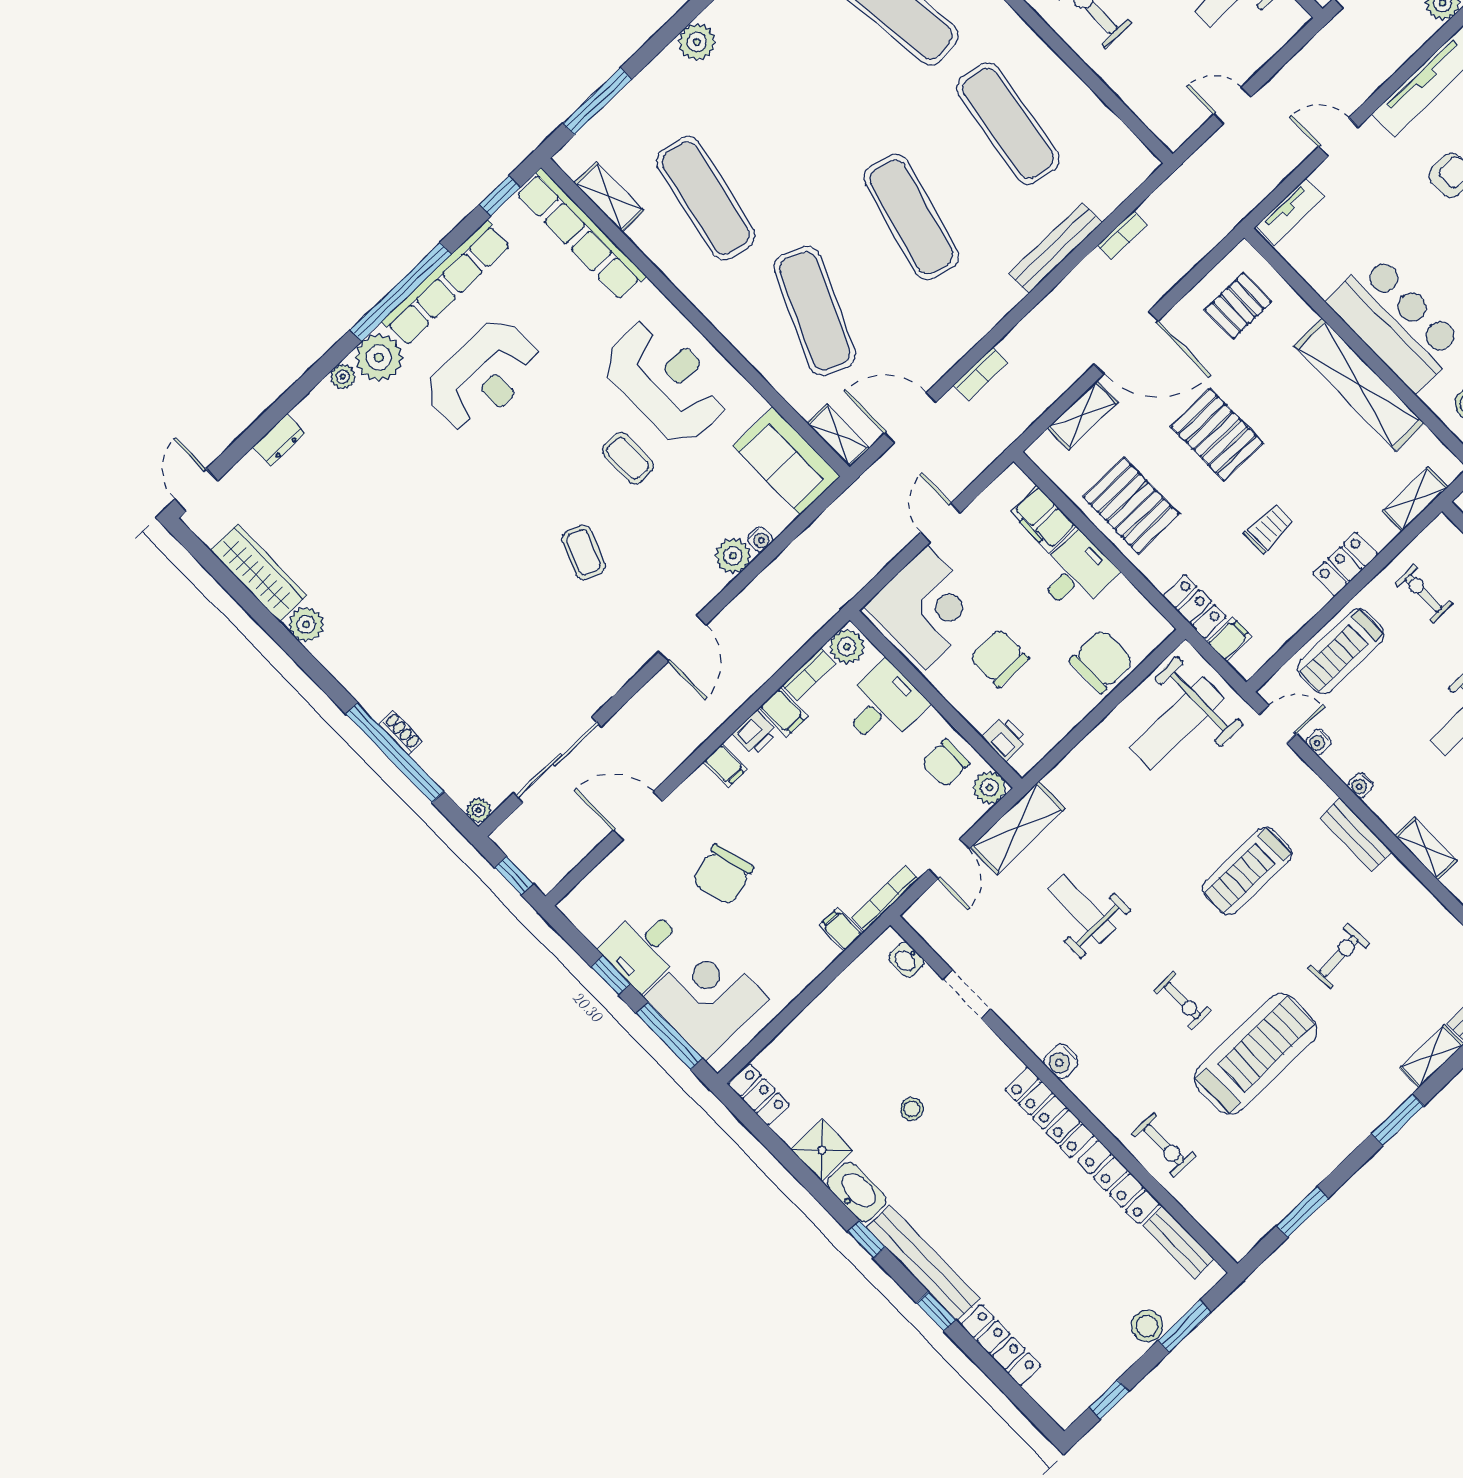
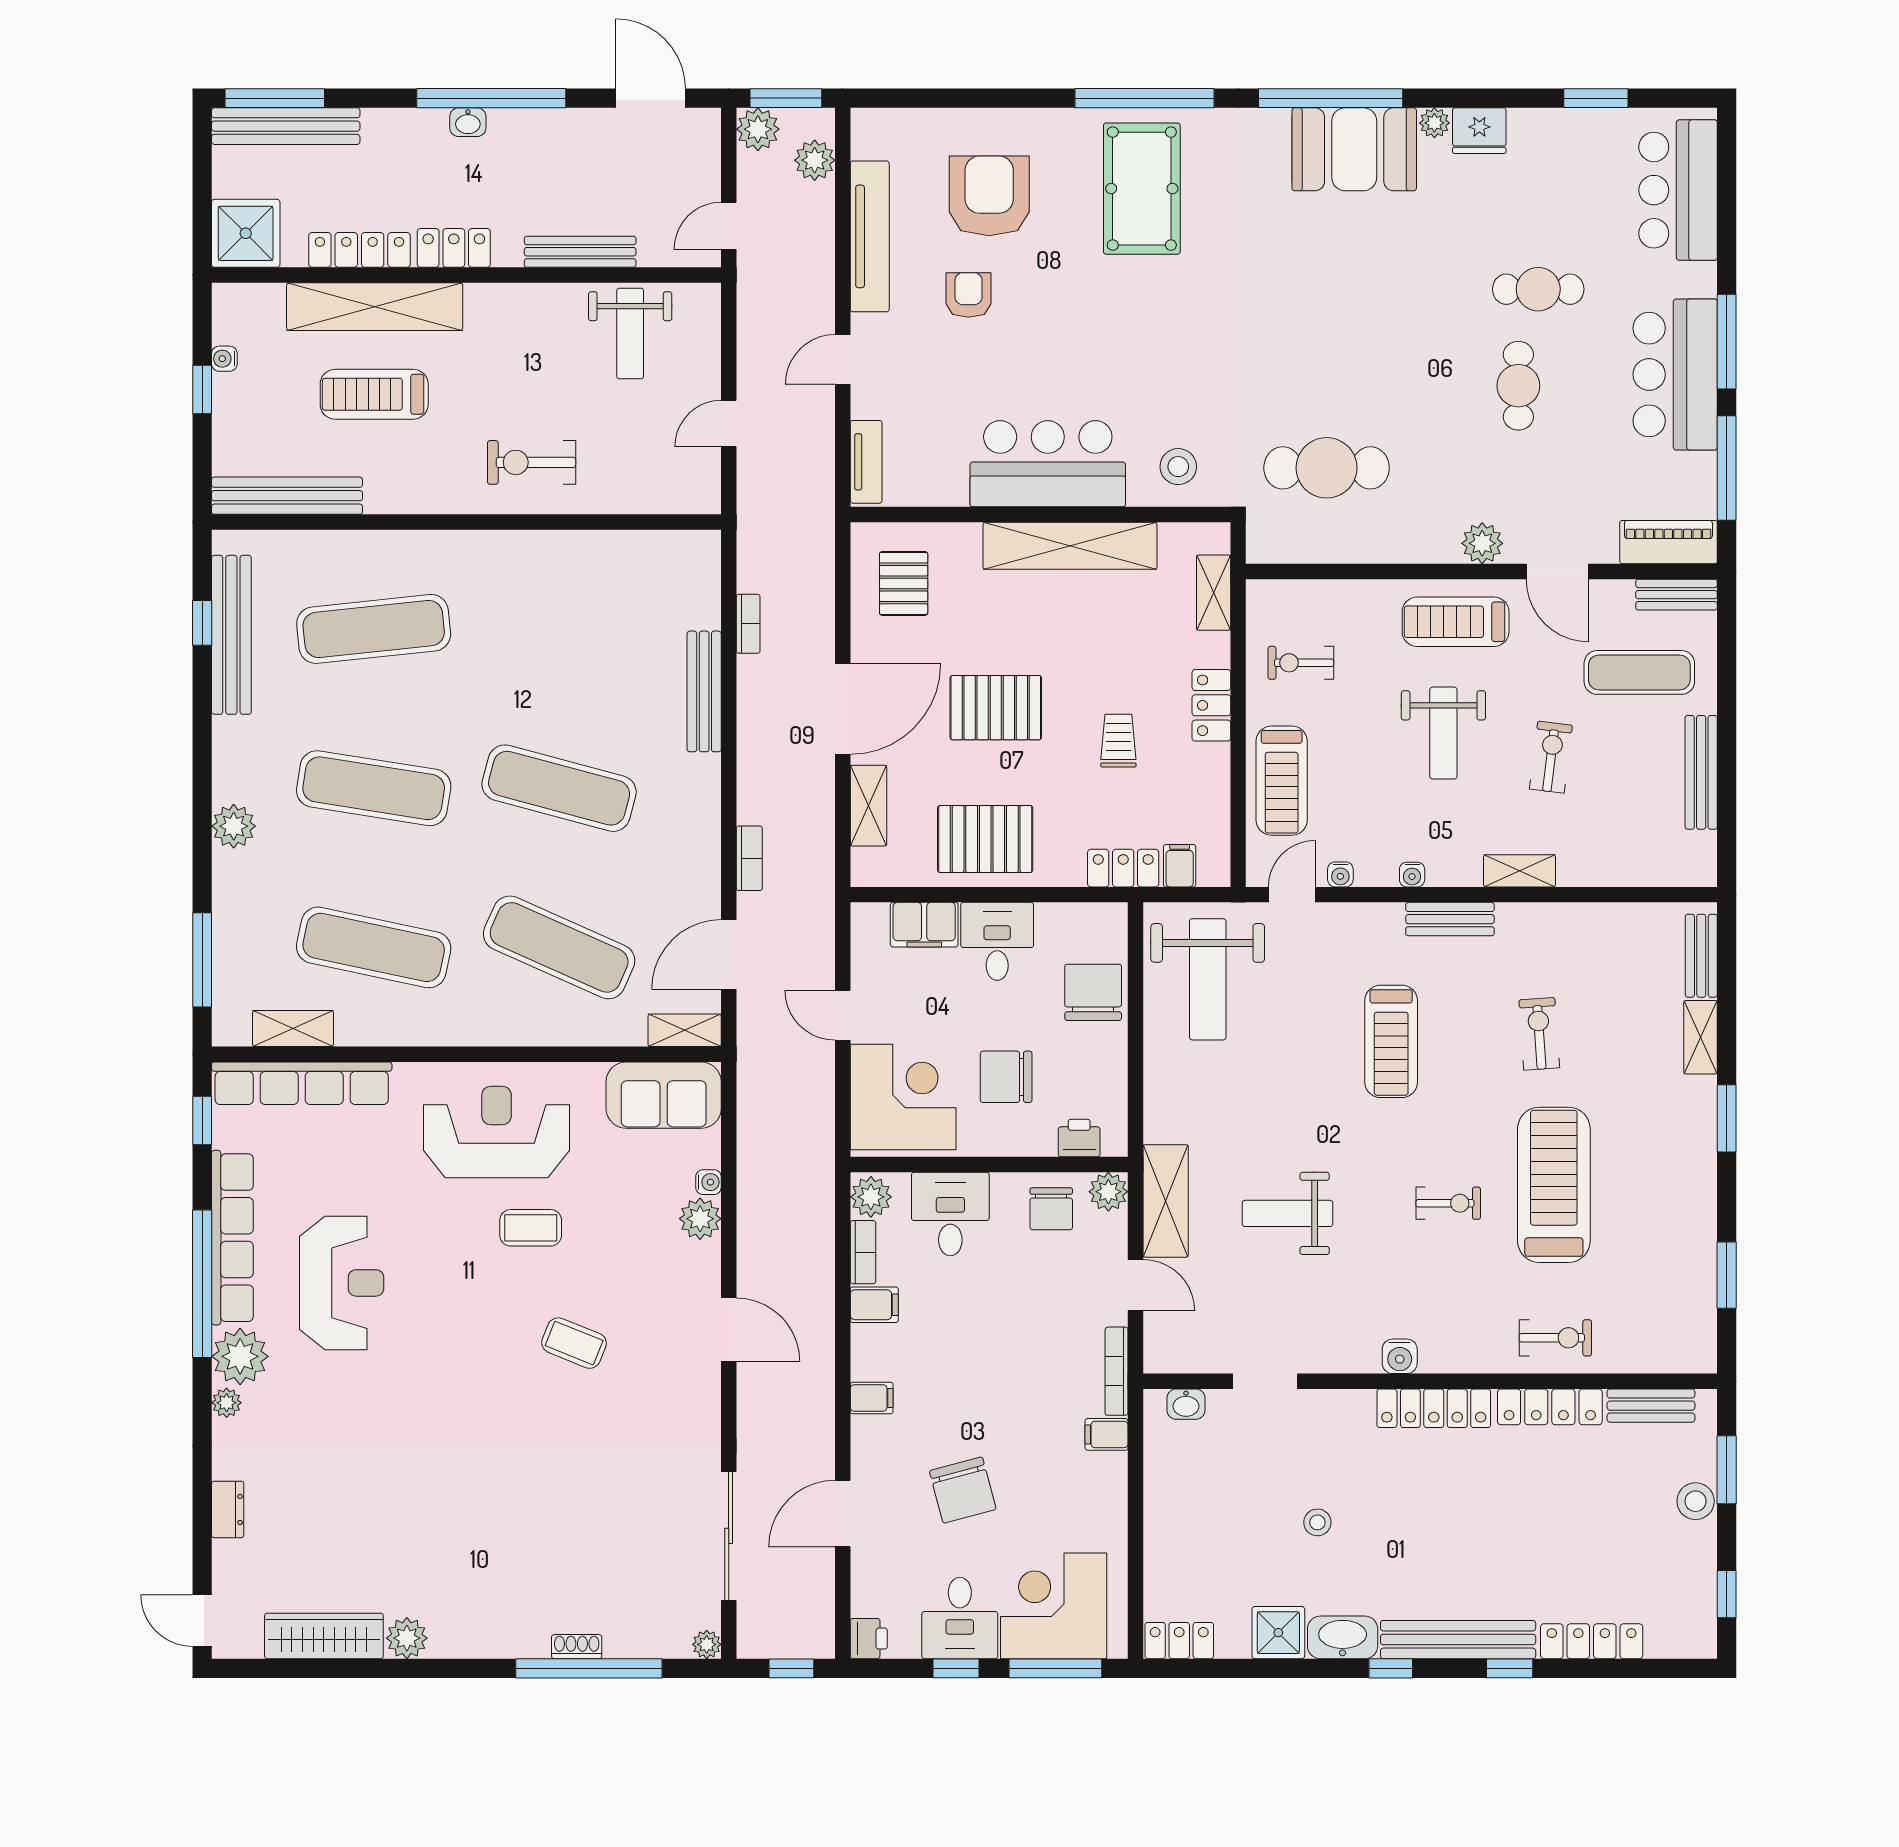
exercise mat: (1008, 123) -> (374, 788), moved
printer: (755, 733) -> (869, 1639), moved

